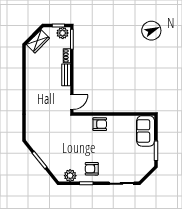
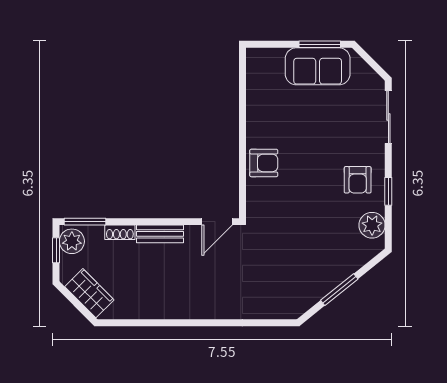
door: (72, 102) -> (217, 222), swing flipped
armchair: (100, 124) -> (264, 163), turned 90
sofa: (146, 131) -> (318, 66), moved

